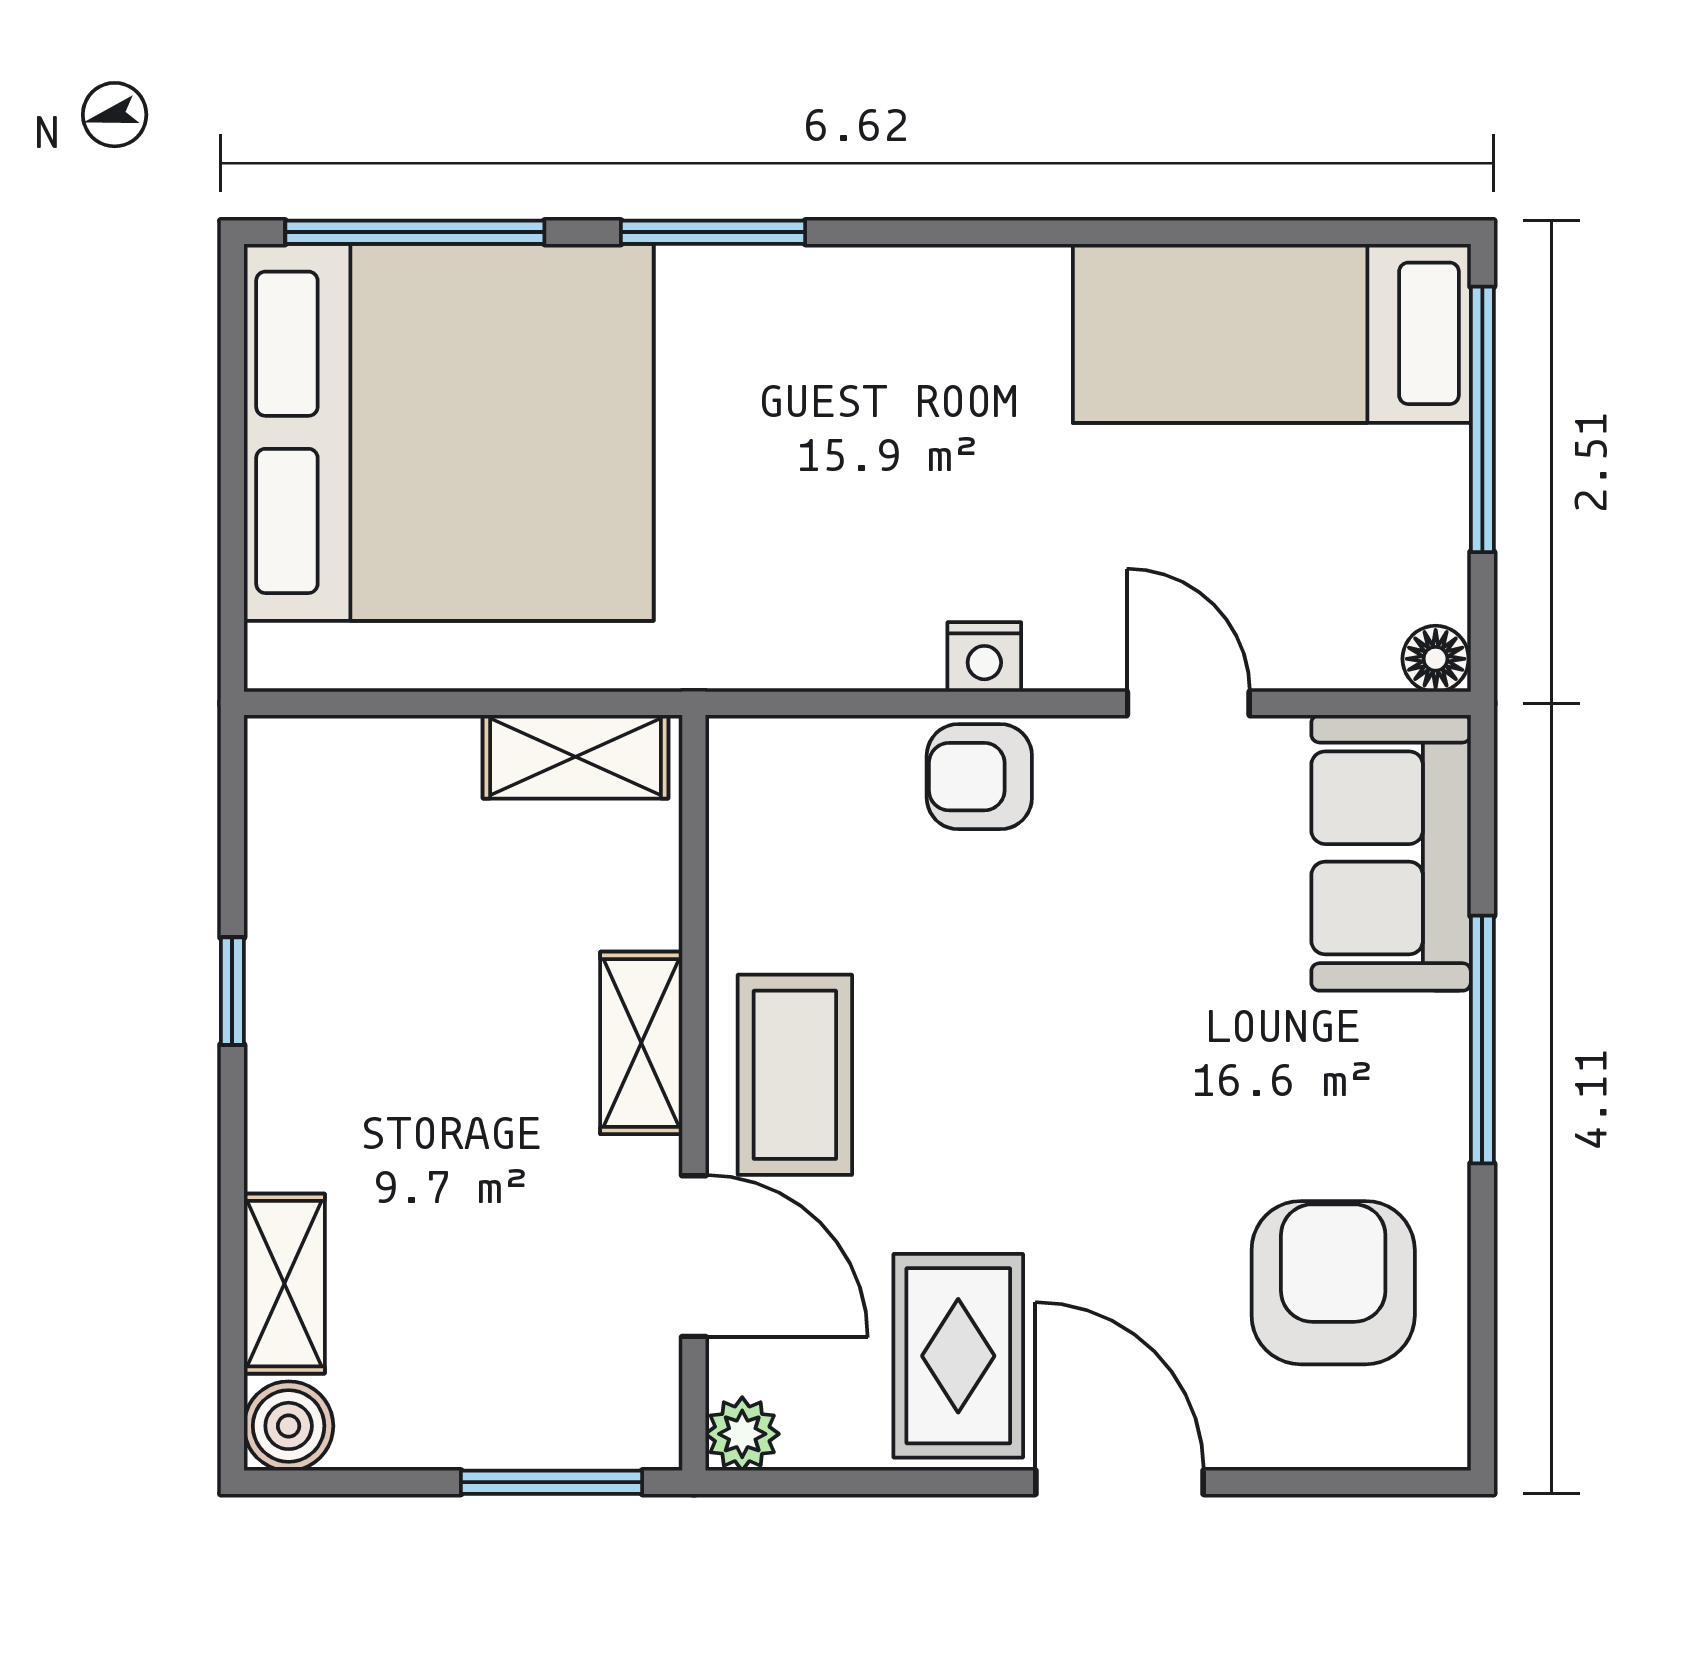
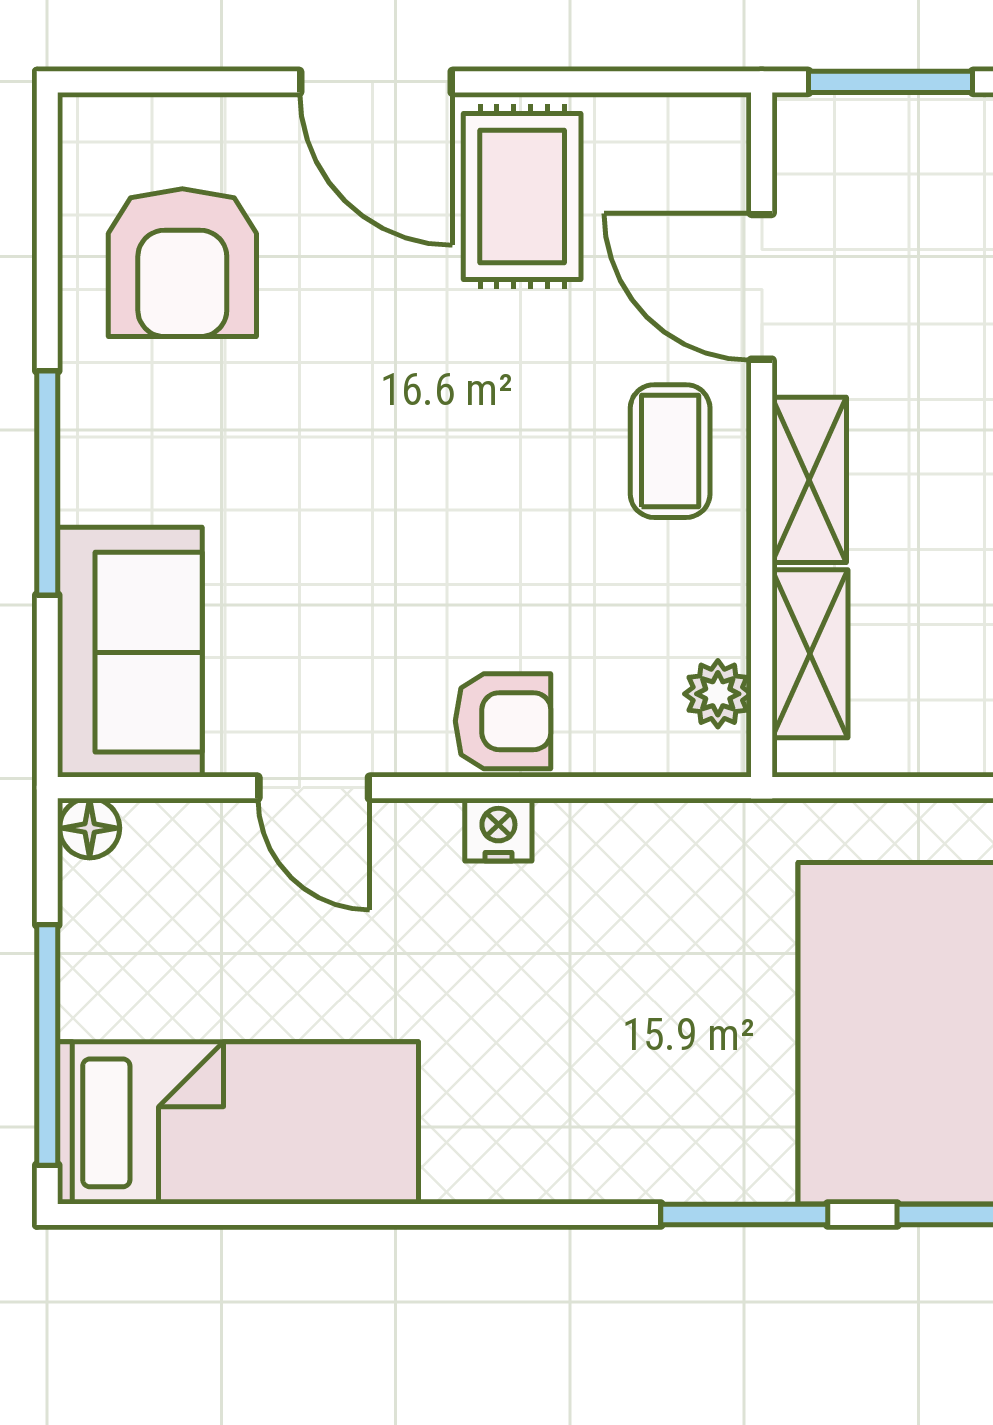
shelving: (576, 757) -> (810, 654), moved, turned 90
coffee table: (795, 1075) -> (670, 451), width x0.73, depth x0.77
plant: (742, 1434) -> (718, 694), moved

